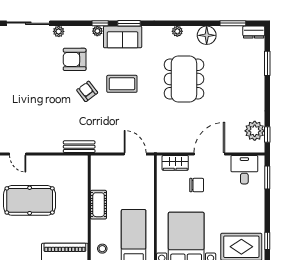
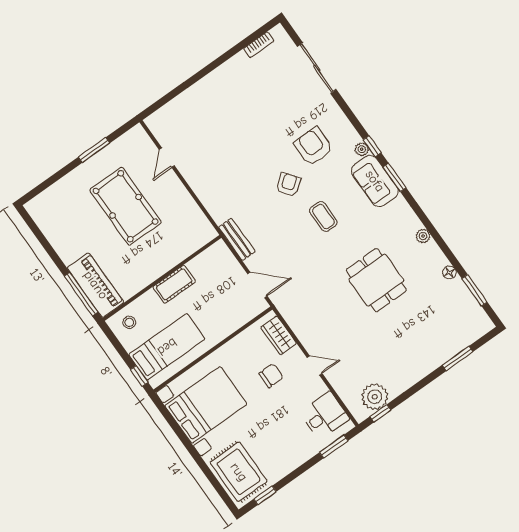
plant: (59, 31) -> (331, 107), removed
dresser: (254, 32) -> (481, 320), removed
floor lamp: (207, 35) -> (449, 272), width x0.53, depth x0.53
dining table: (184, 79) -> (376, 280), width x0.73
coffee table: (122, 84) -> (323, 217), width x0.73, depth x0.77
bench: (79, 147) -> (237, 239), moved
door: (135, 154) -> (257, 285), hinge flipped
door: (209, 154) -> (315, 366), width x0.53
chair: (197, 185) -> (271, 376), turned -90

